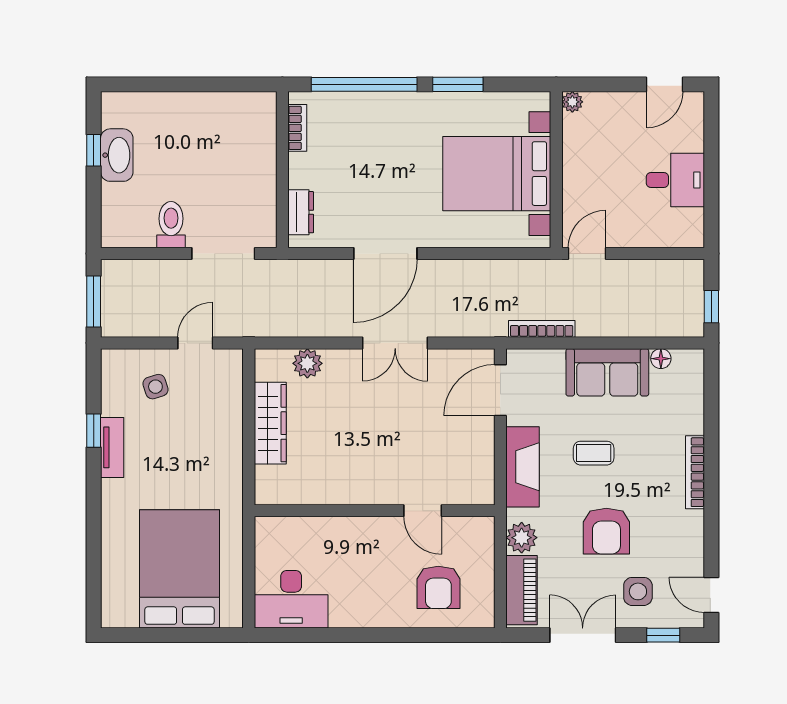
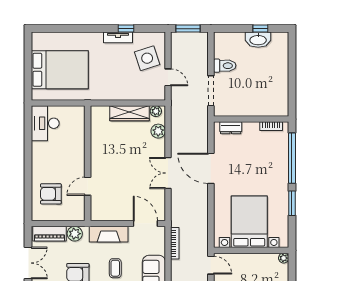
plant: (266, 368) -> (156, 111), added
side table: (155, 387) -> (147, 58), width x1.87, depth x1.87

